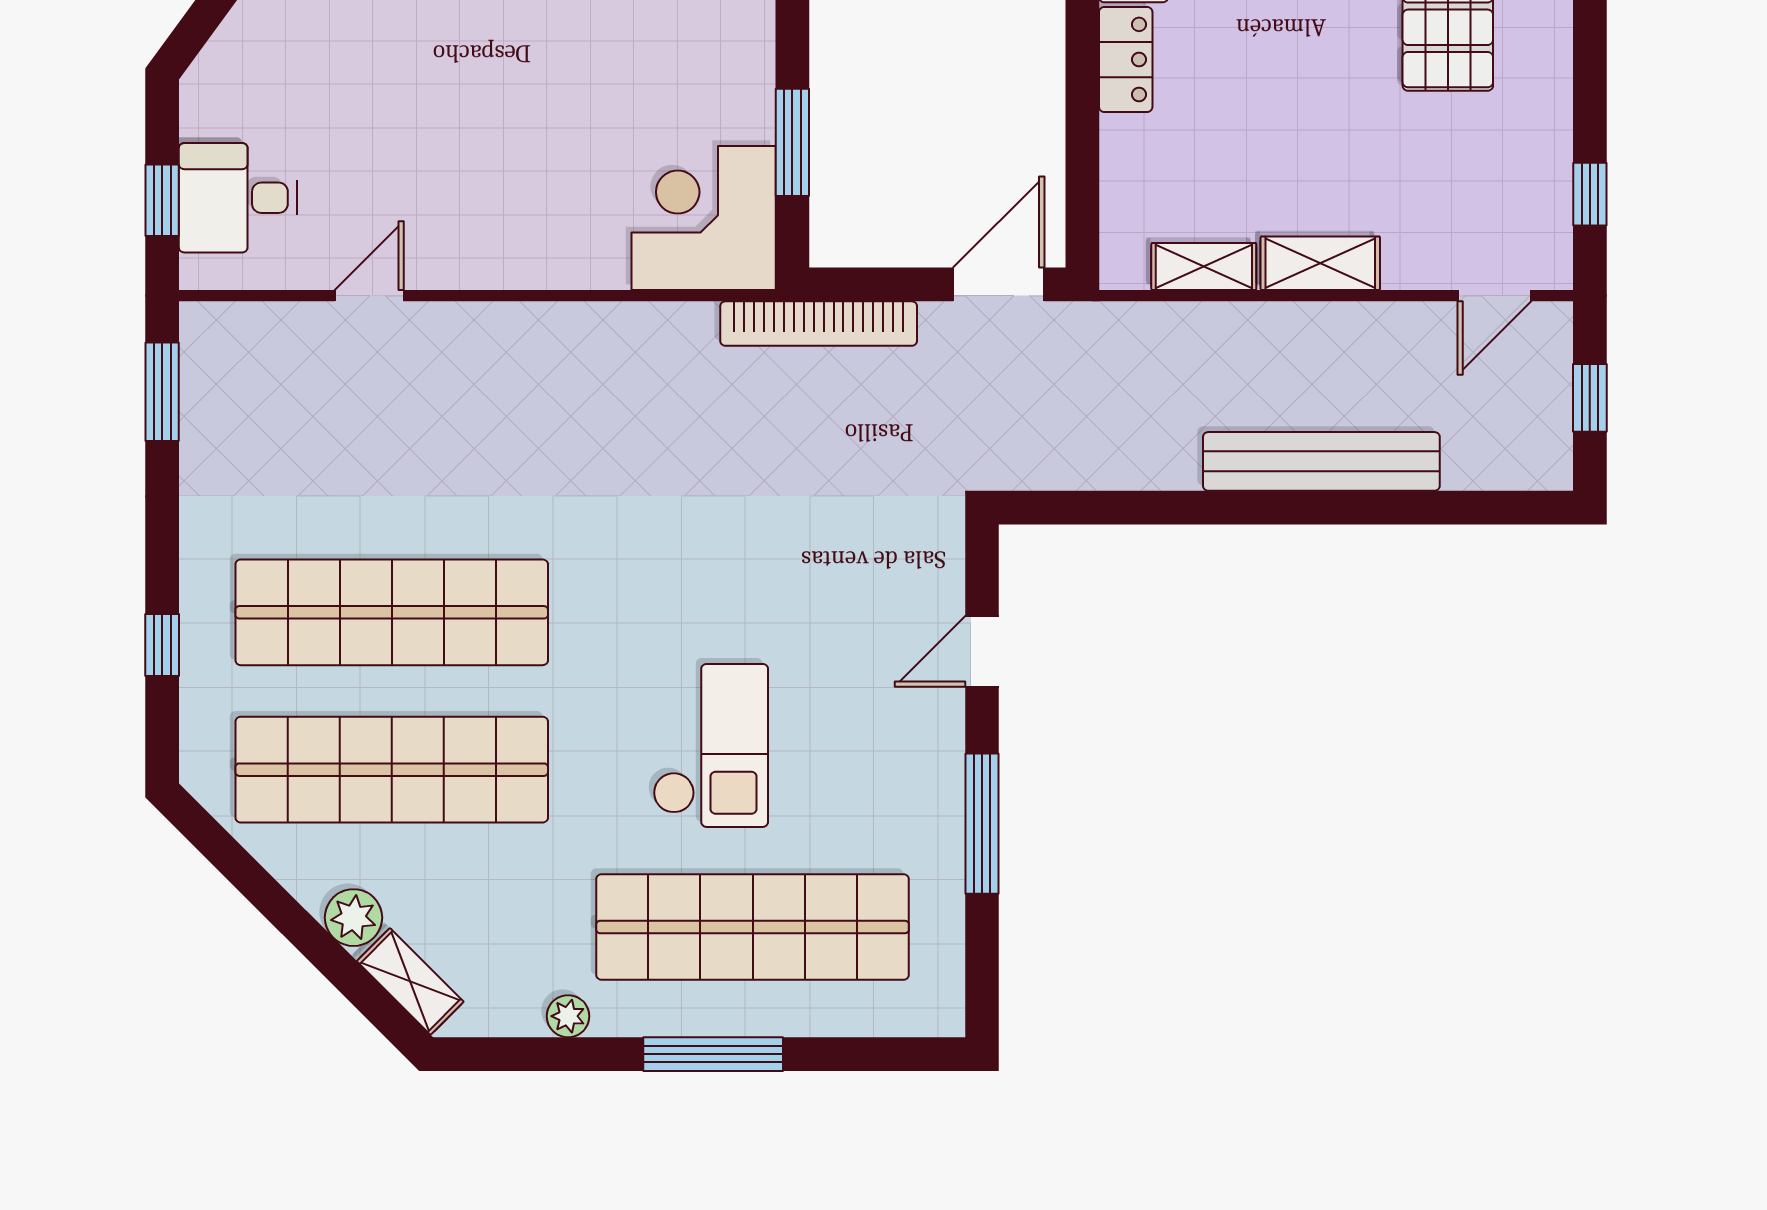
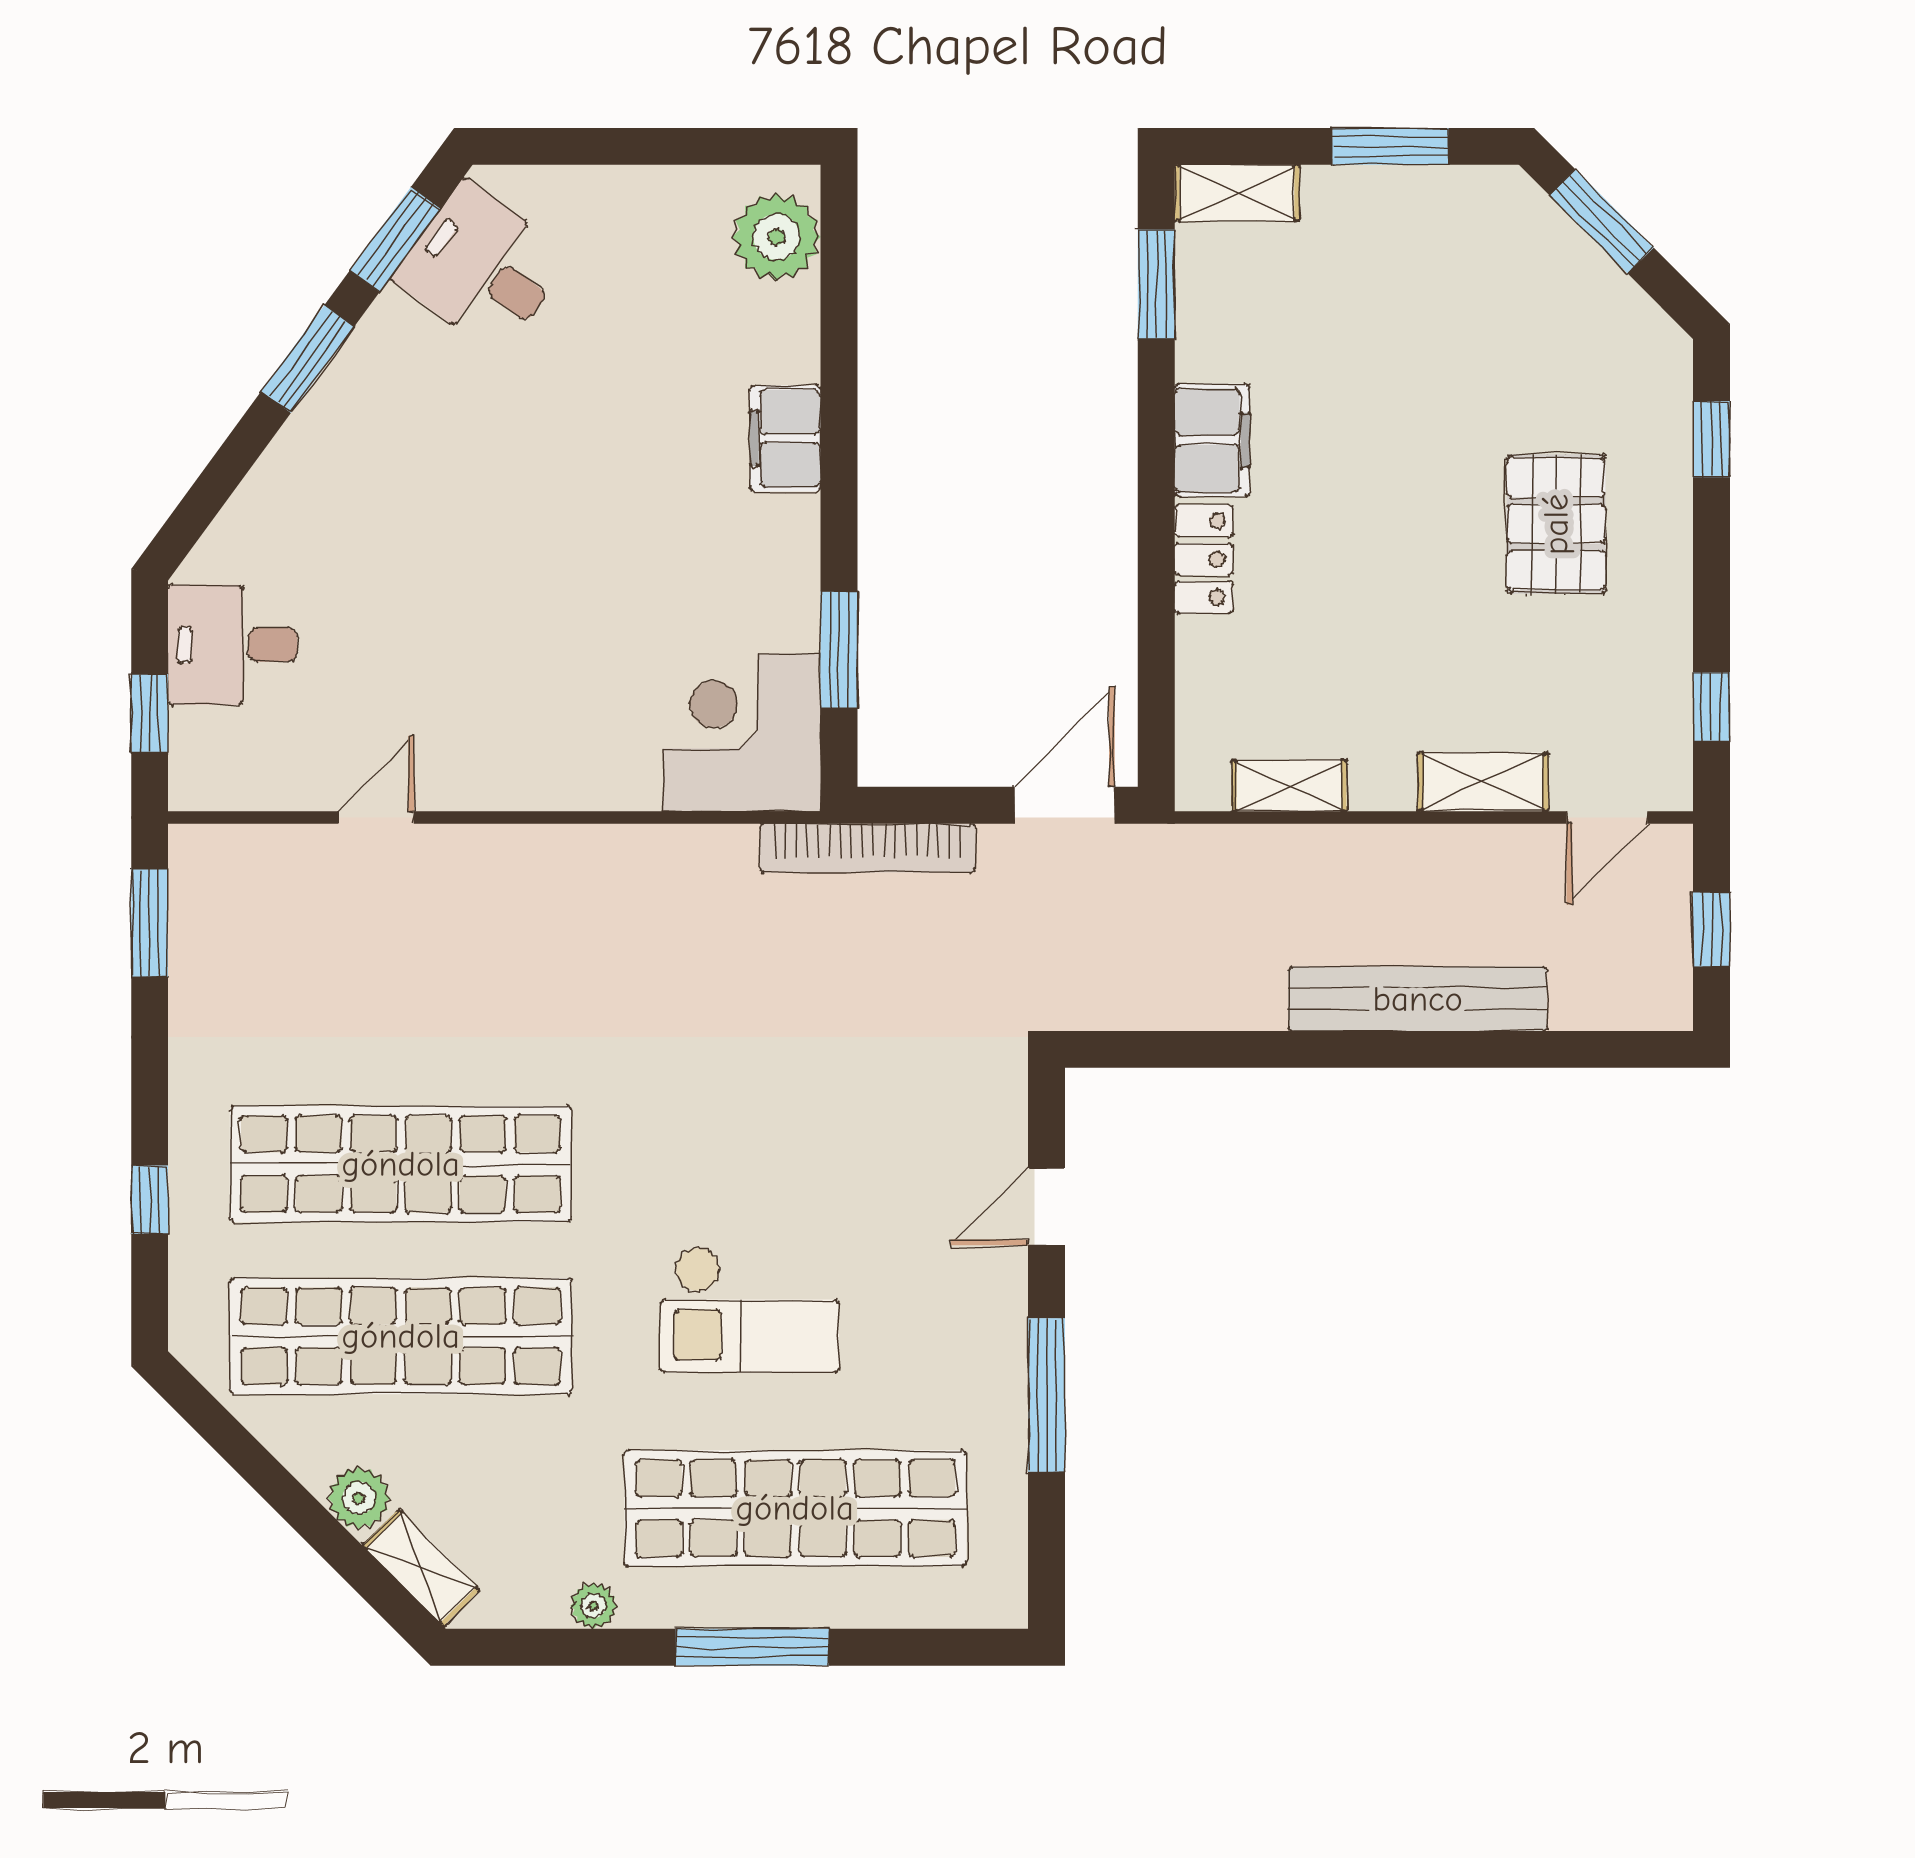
desk: (238, 198) -> (233, 645), moved
shelving: (1320, 263) -> (1483, 782), moved
checkout: (711, 745) -> (750, 1310), turned 90

